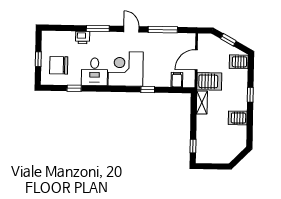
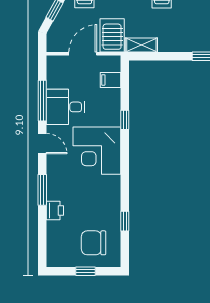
door: (131, 29) -> (42, 144), swing flipped
door: (196, 60) -> (83, 54), swing flipped
chair: (59, 65) -> (94, 243), turned 90
desk: (95, 72) -> (65, 107), moved, turned 180

